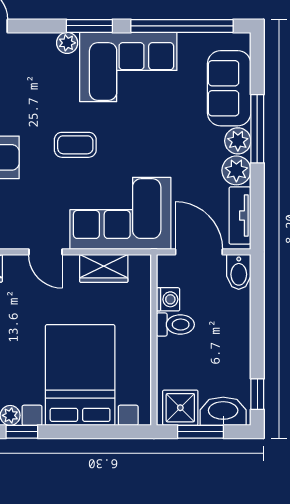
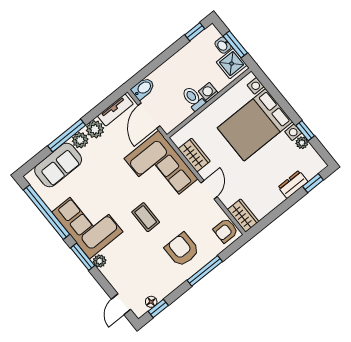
washing machine: (168, 299) -> (208, 92), moved
washbasin: (223, 411) -> (223, 45), width x0.52, depth x0.69

